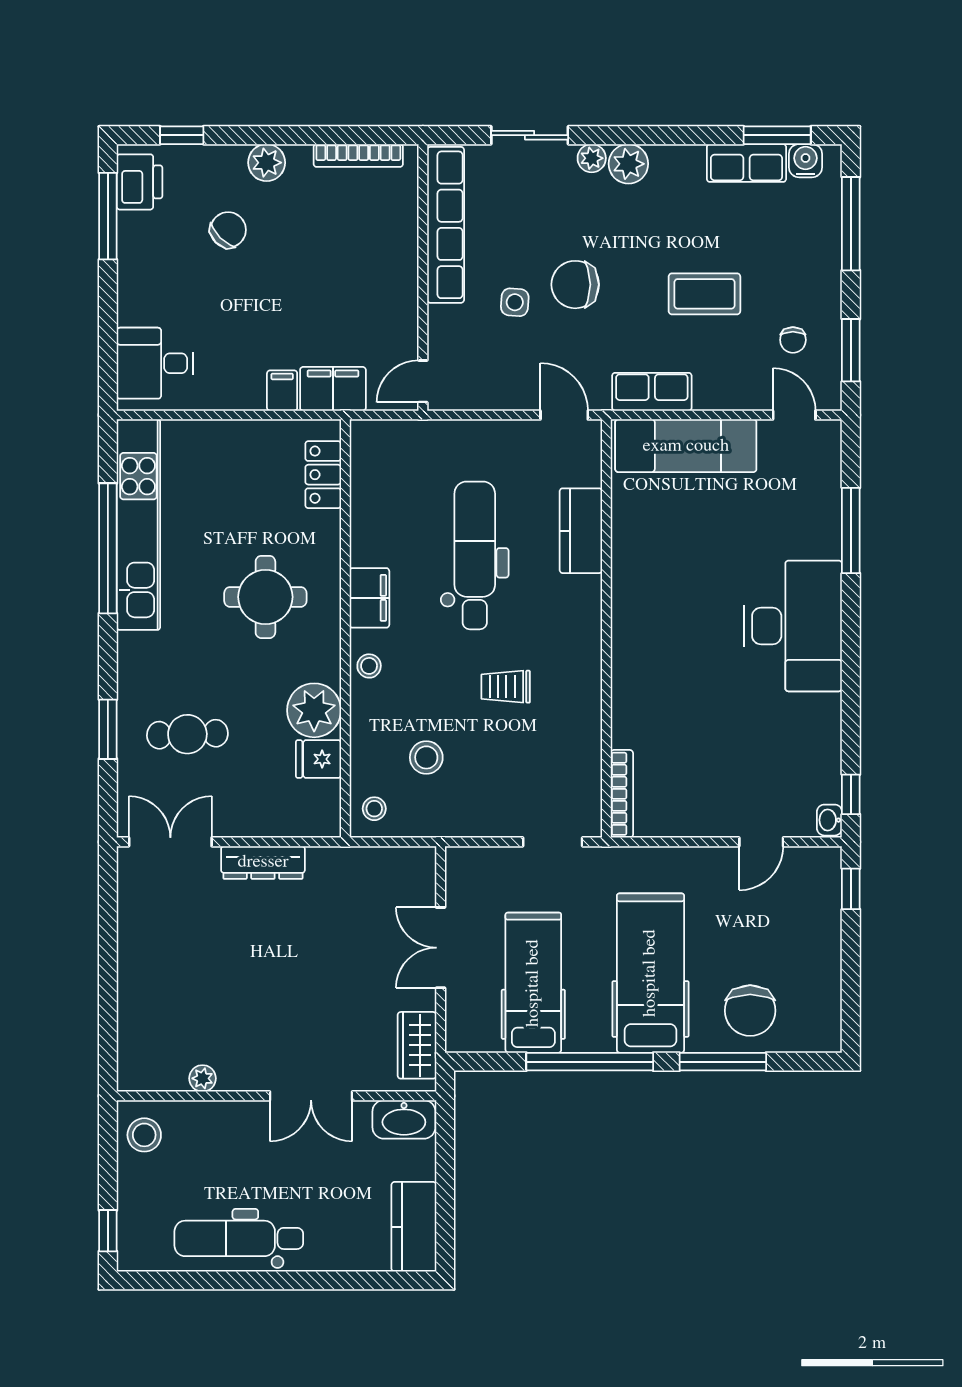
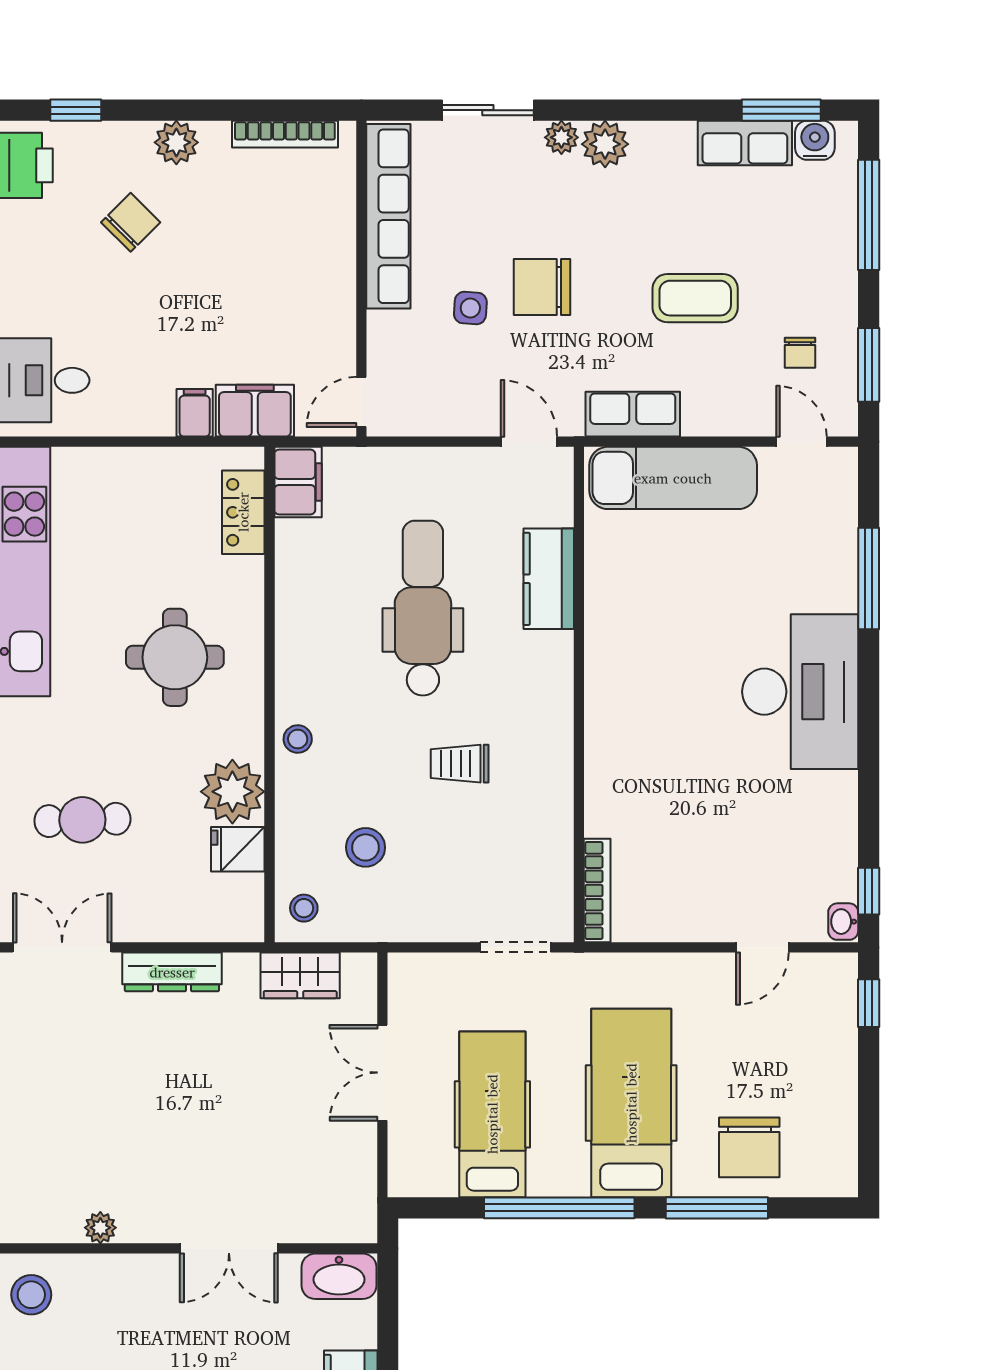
filing cabinet: (369, 598) -> (298, 482), moved
wardrobe: (417, 1045) -> (300, 975), moved, turned -90

